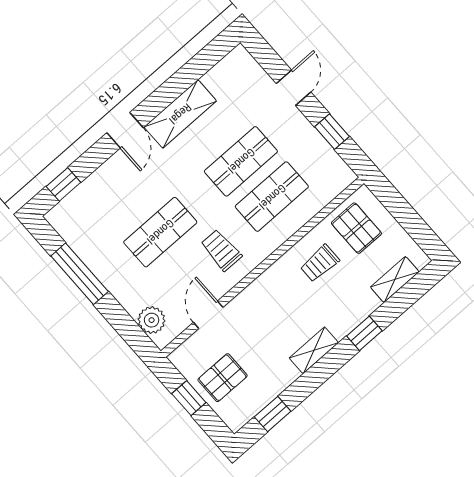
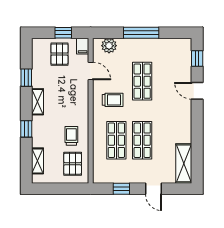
shelving: (180, 114) -> (184, 163), moved
door: (125, 130) -> (197, 91), moved
pallet: (356, 228) -> (73, 164), turned 90
window: (80, 274) -> (141, 33), moved
filing cabinet: (184, 356) -> (83, 46), added
window: (273, 414) -> (26, 78), moved

